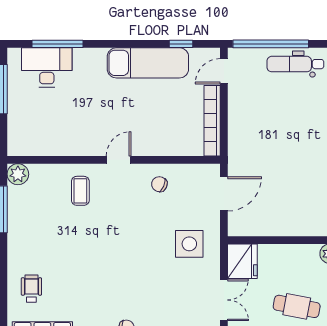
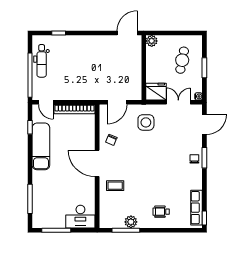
desk: (47, 67) -> (80, 217), moved, turned -90
door: (119, 160) -> (97, 163), width x1.88
plant: (18, 174) -> (131, 222), moved
door: (224, 194) -> (117, 102), swing flipped
wheelchair: (31, 289) -> (161, 212), moved

